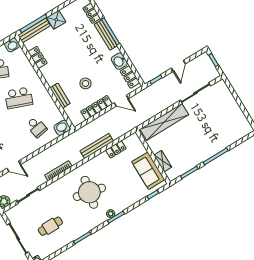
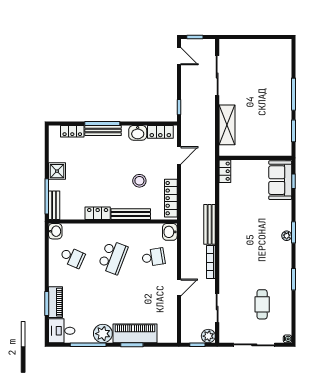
bench: (34, 30) -> (54, 205), width x0.73
locker: (38, 57) -> (98, 213), moved
door: (178, 66) -> (179, 56), moved
bench: (60, 96) -> (131, 214), width x1.36
locker: (96, 108) -> (171, 198), moved
shelving: (164, 122) -> (227, 125), width x0.68
bench: (97, 146) -> (210, 224), moved
locker: (116, 149) -> (225, 171), moved
shelving: (163, 161) -> (266, 151), removed
door: (14, 166) -> (179, 288), moved
sofa: (148, 171) -> (280, 180), moved, turned 90
round table: (89, 192) -> (252, 244), removed

